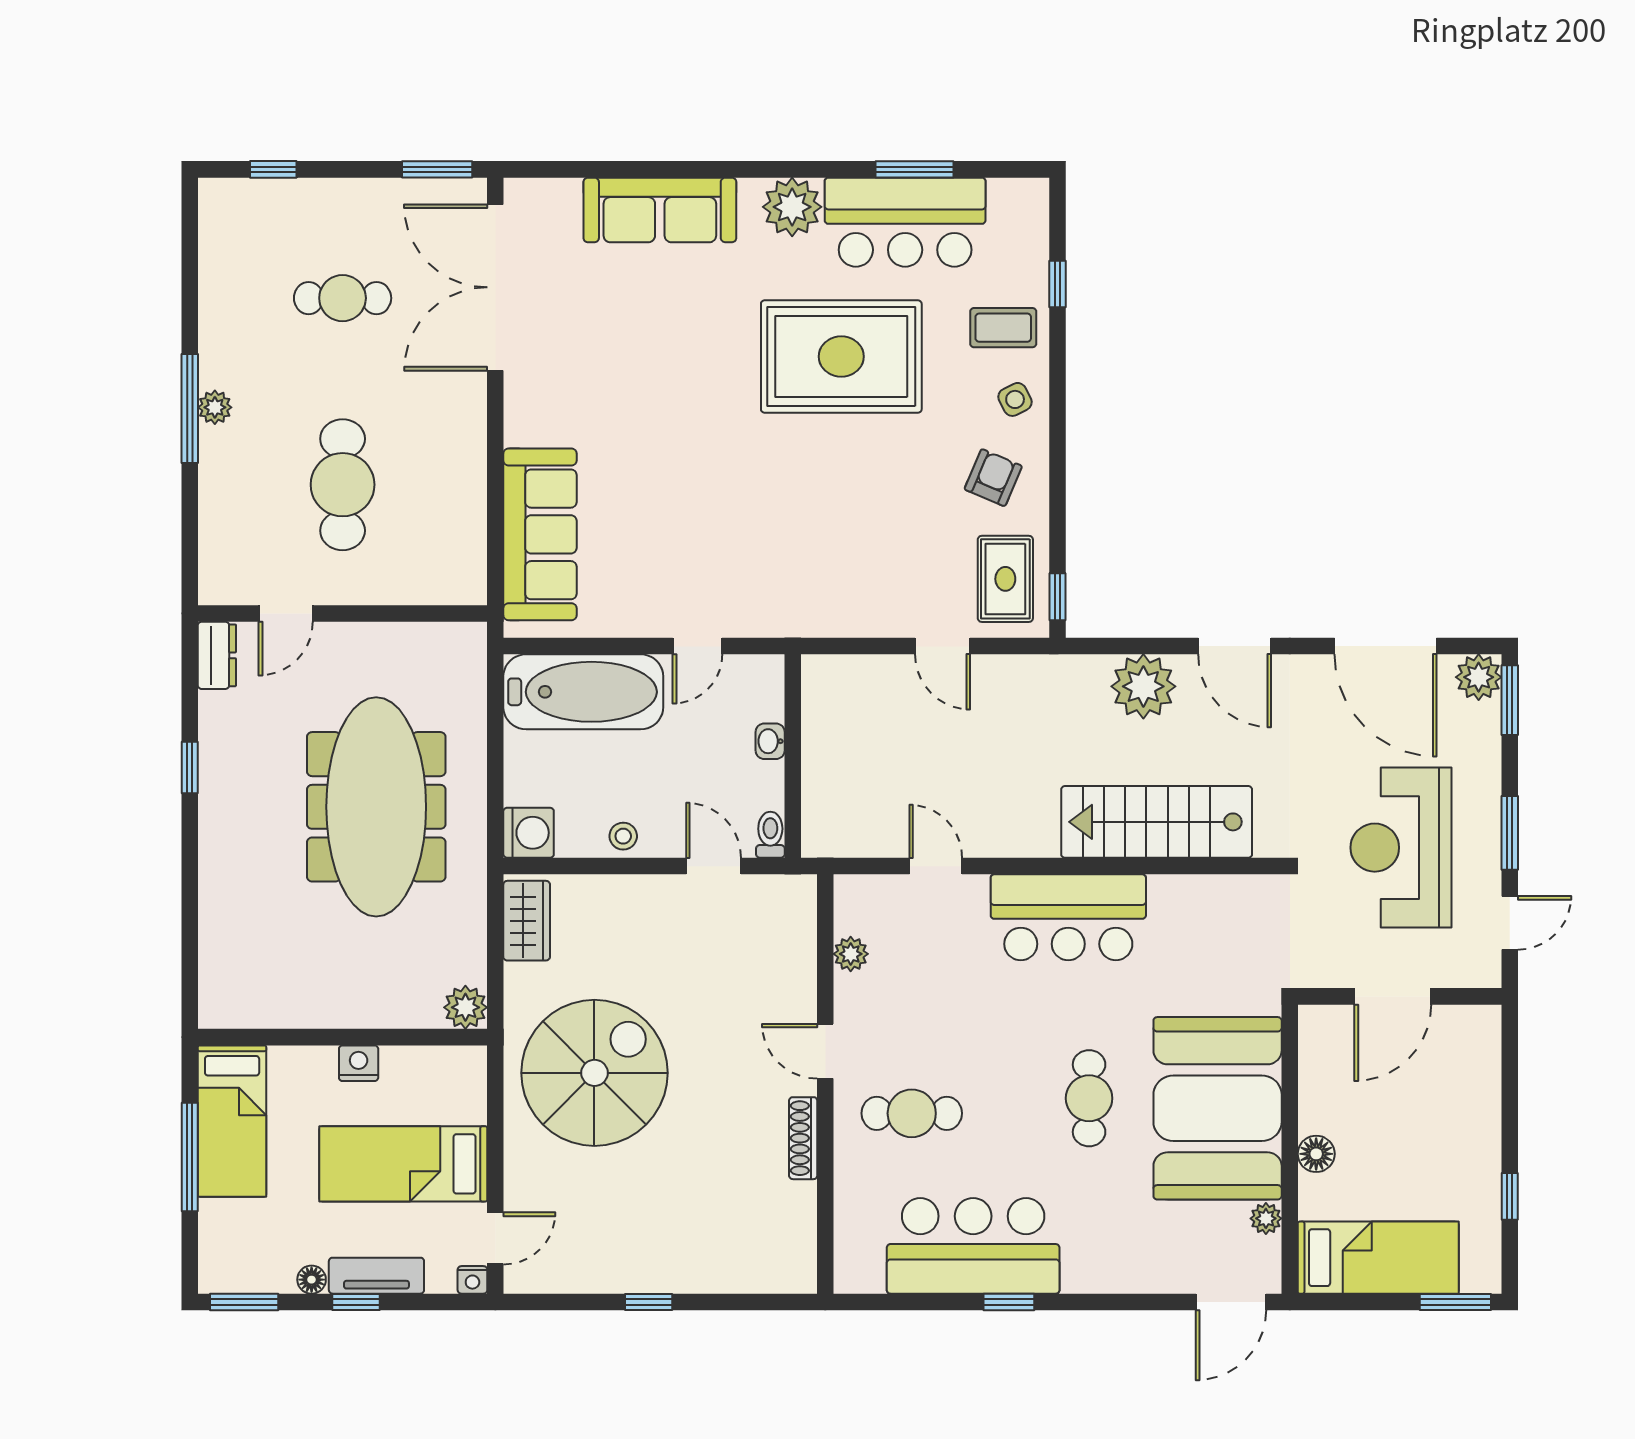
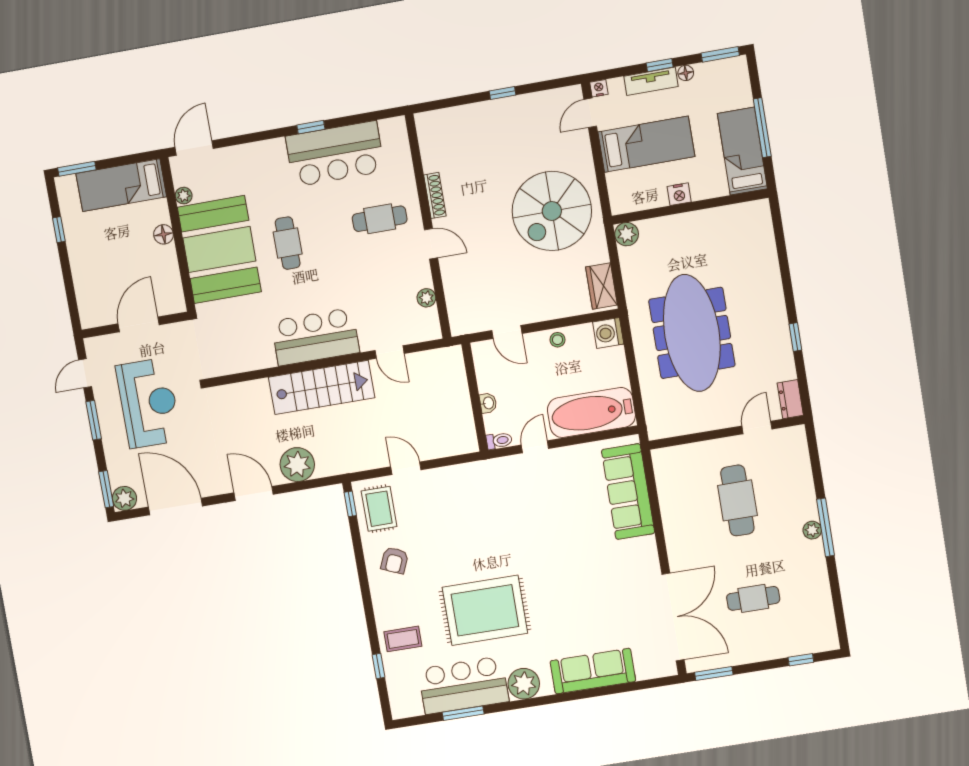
side table: (1015, 399) -> (390, 603), removed
stairs: (1157, 822) -> (322, 387), moved
toilet: (770, 835) -> (499, 441), moved, turned -90

